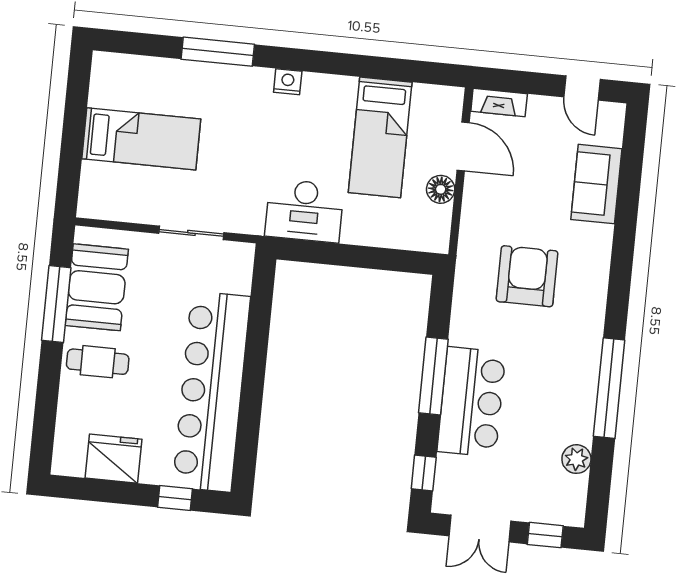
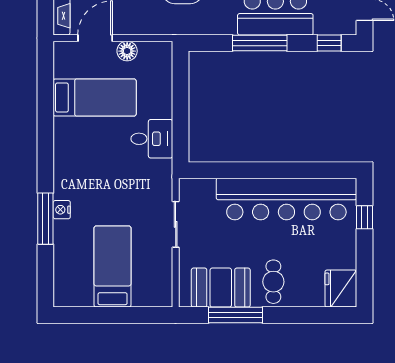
nightstand: (288, 82) -> (62, 210), moved
desk: (304, 211) -> (152, 139), width x0.73
fridge: (114, 459) -> (341, 289), moved

